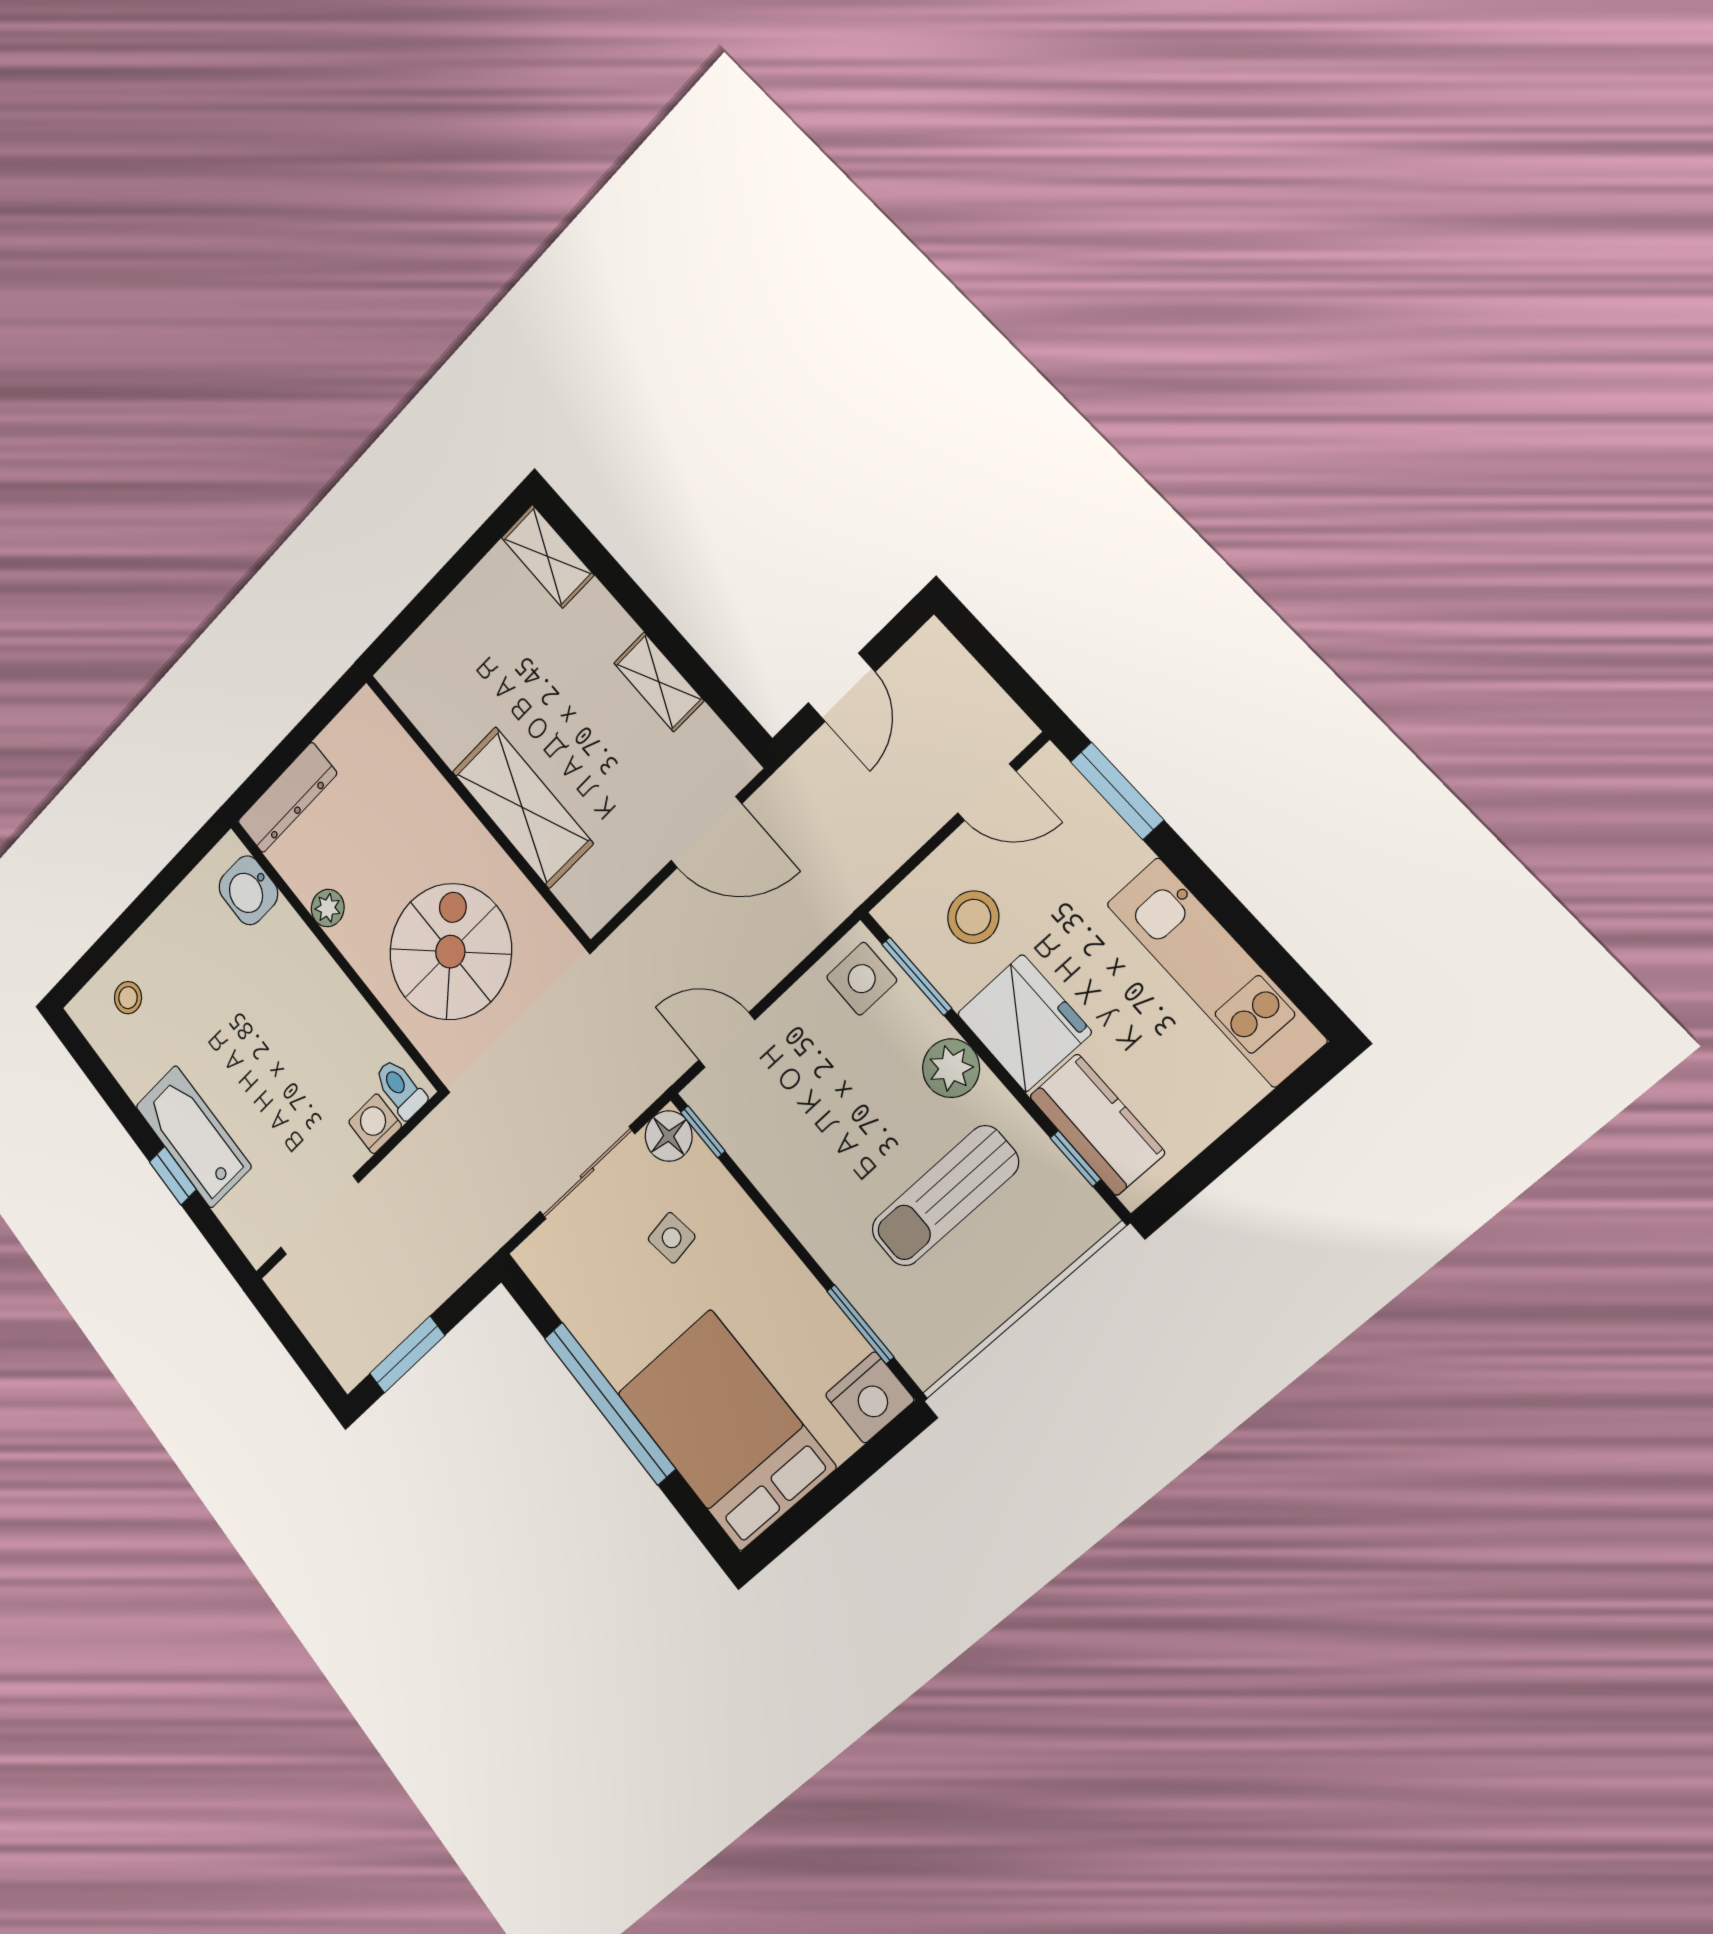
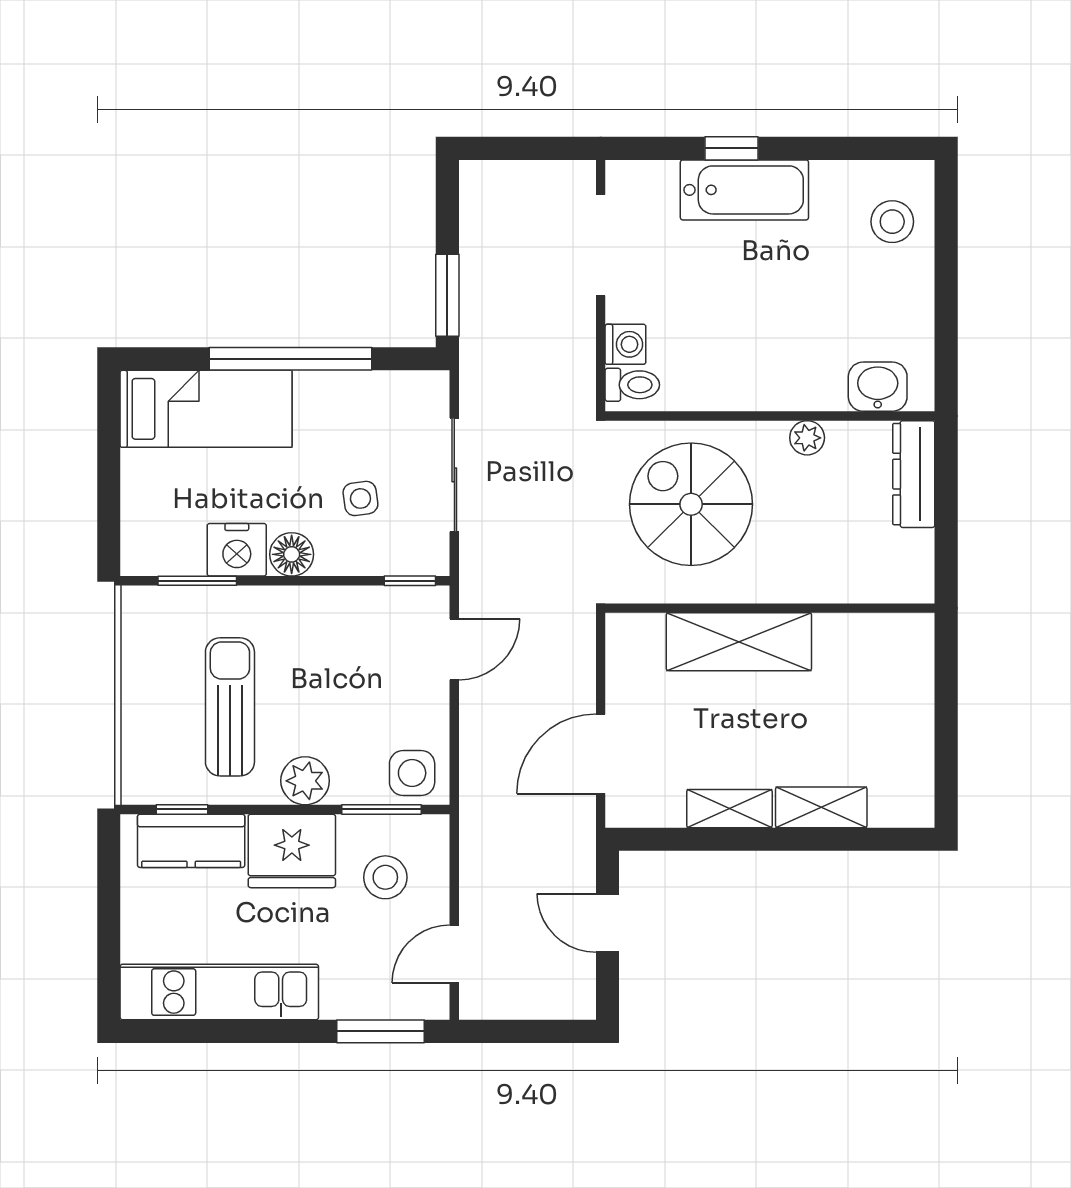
shelving: (547, 556) -> (821, 807), moved
spiral stairs: (450, 952) -> (691, 504), turned 180
stool: (128, 998) -> (892, 222), width x1.37, depth x1.37
floor lamp: (669, 1136) -> (292, 554), moved
window: (407, 1355) -> (447, 295), moved
nightstand: (870, 1397) -> (237, 550), moved, turned -90
bed: (726, 1430) -> (206, 409), width x0.67

